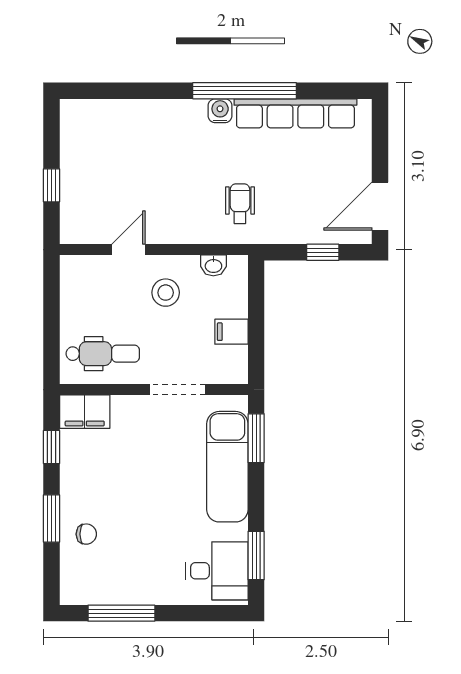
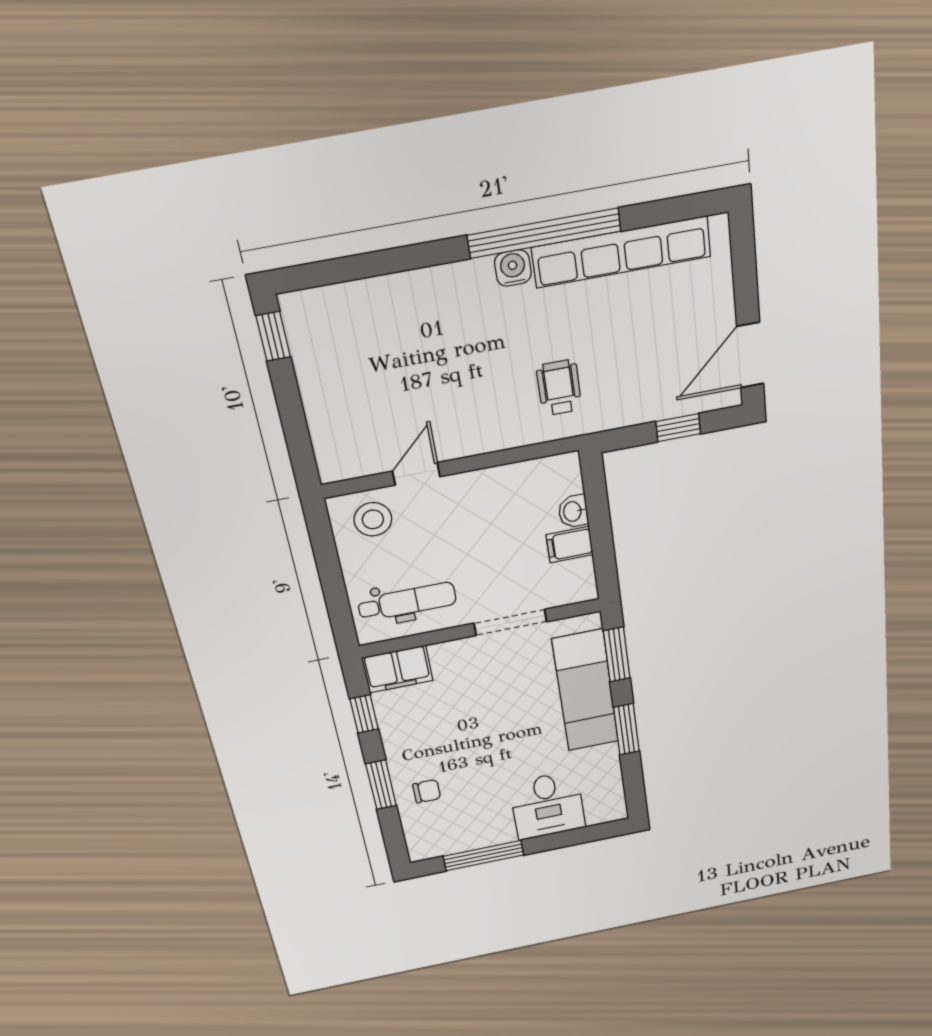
window: (51, 185) -> (273, 336), moved
washbasin: (213, 265) -> (573, 511), moved, turned 90
stool: (166, 293) -> (373, 519), moved
window: (256, 556) -> (626, 729), moved
desk: (217, 571) -> (548, 805), moved, turned 90

